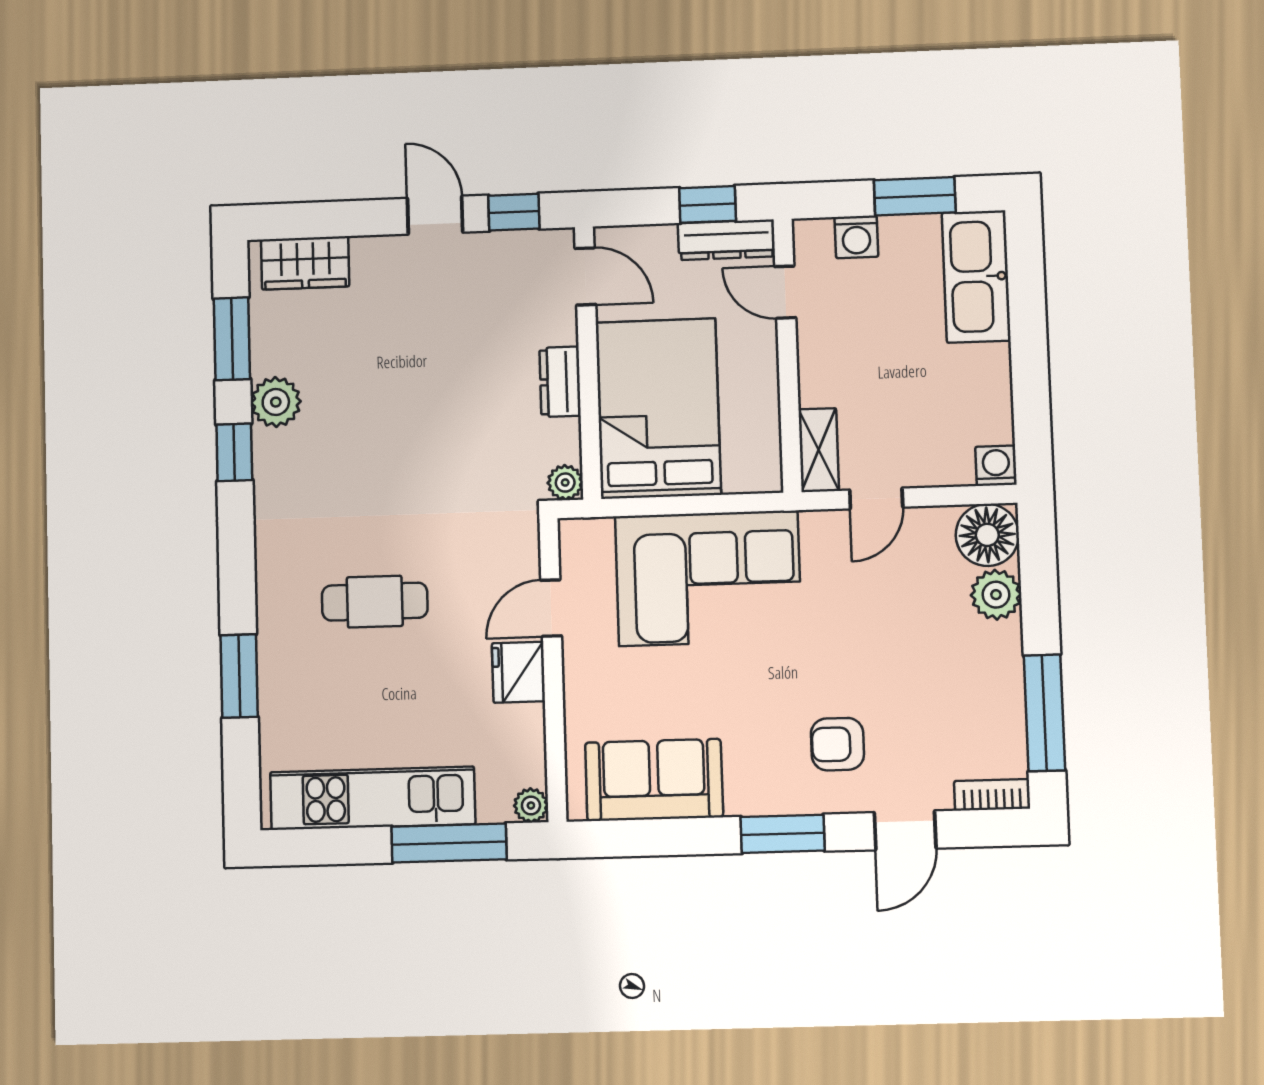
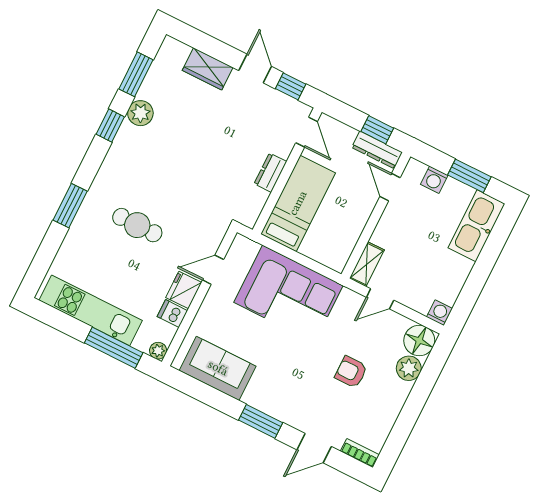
wardrobe: (305, 263) -> (208, 69), moved
bed: (658, 409) -> (298, 203), width x0.67
plant: (565, 483) -> (249, 218), removed
window: (239, 676) -> (70, 206), moved
window: (1044, 713) -> (401, 430), removed
dishwasher: (521, 725) -> (172, 314), added
armchair: (837, 744) -> (351, 372), moved

